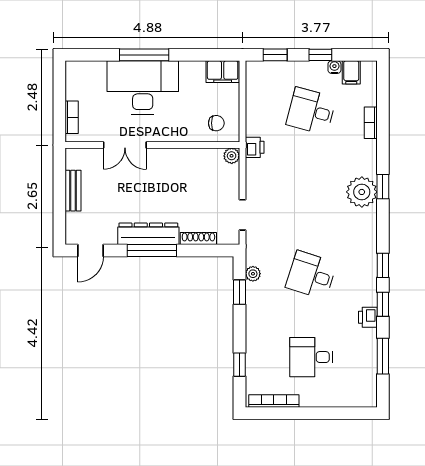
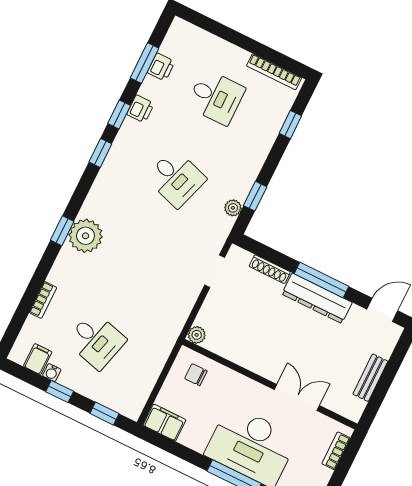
printer: (255, 147) -> (161, 67), moved, turned 180

